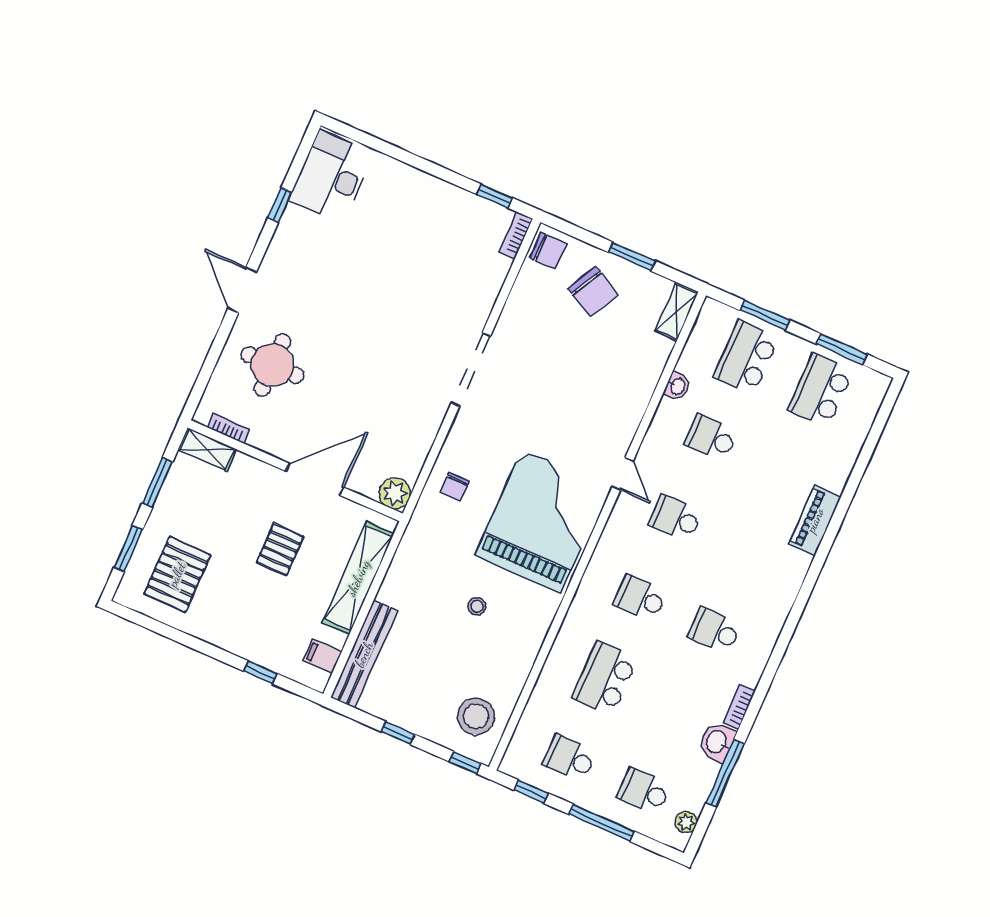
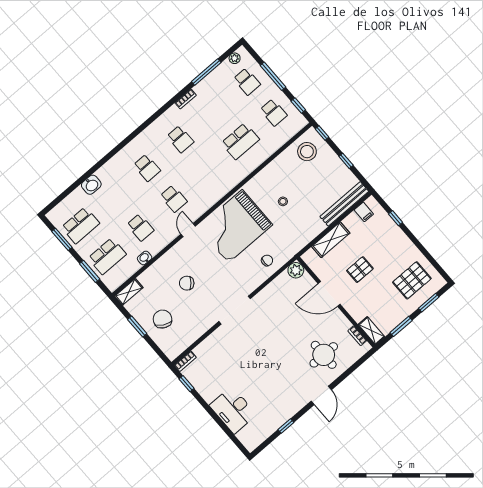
desk: (331, 177) -> (233, 410), moved, turned 90
chair: (548, 251) -> (187, 283), moved, turned -49
piano: (815, 520) -> (111, 167), removed
shelving: (358, 578) -> (331, 240), width x0.68
school desk: (640, 598) -> (147, 168), moved
washbasin: (717, 742) -> (91, 185), moved

